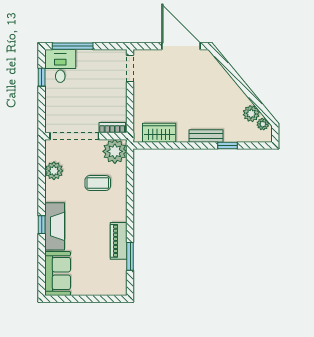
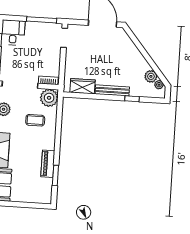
window: (73, 46) -> (42, 20), moved
bench: (206, 136) -> (112, 90), width x1.36

